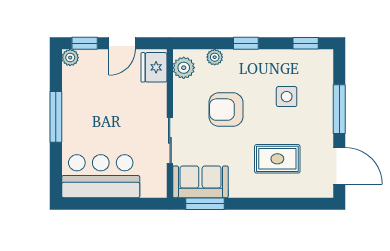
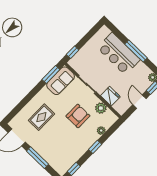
fridge: (154, 67) -> (110, 96), moved
plant: (184, 68) -> (101, 108), moved
side table: (287, 97) -> (61, 143), removed
bar counter: (101, 176) -> (119, 54), moved, turned 90
window: (144, 204) -> (73, 52), added

